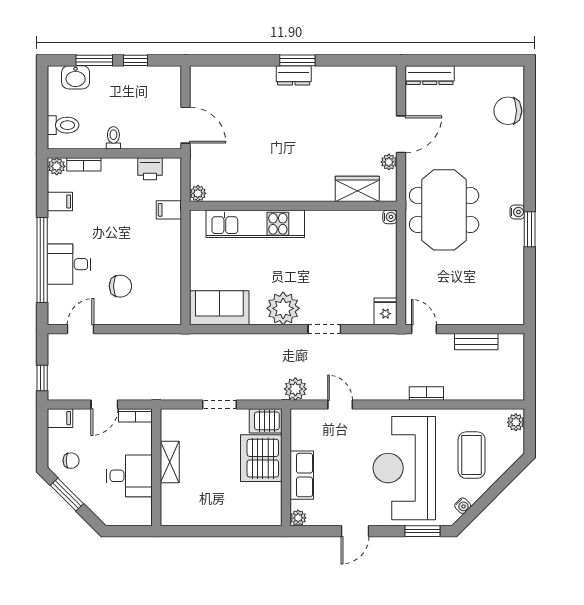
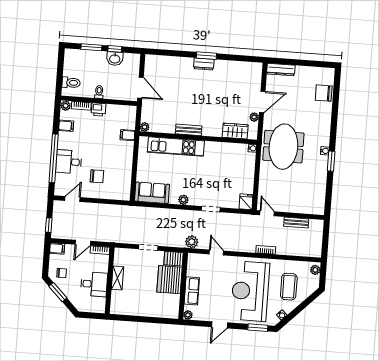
washbasin: (76, 77) -> (115, 59), moved
printer: (150, 169) -> (99, 110), moved
bench: (276, 193) -> (189, 130), added
plant: (283, 308) -> (183, 200), width x0.53, depth x0.53

